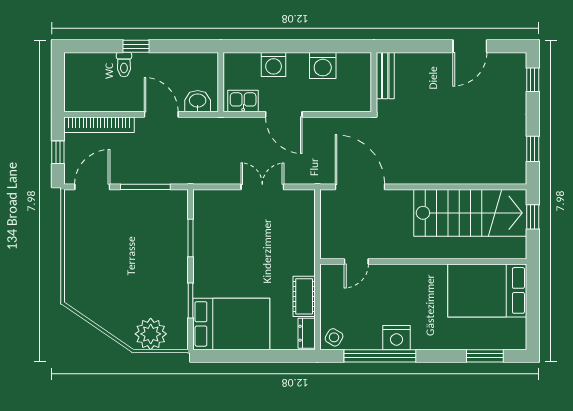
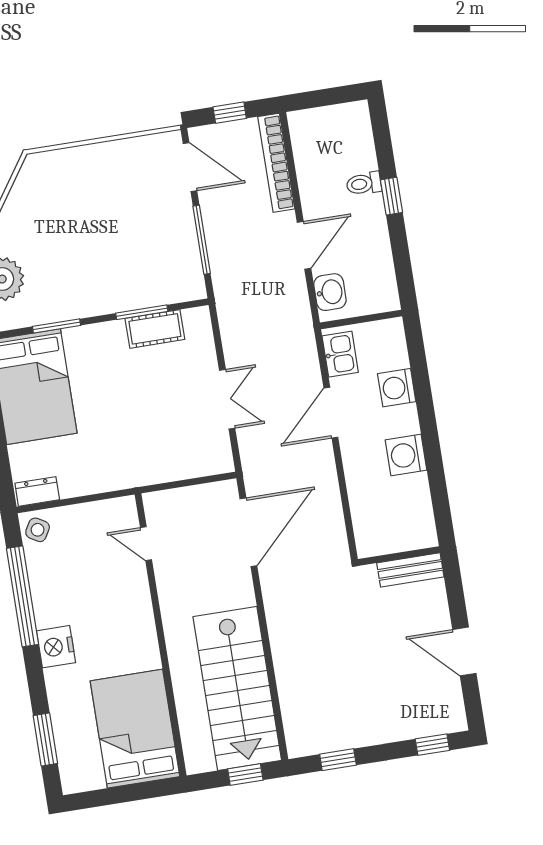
bench: (385, 76) -> (410, 570), moved
wall: (374, 82) -> (399, 556), moved
cot: (304, 296) -> (155, 329), moved
nightstand: (397, 338) -> (56, 647), moved

